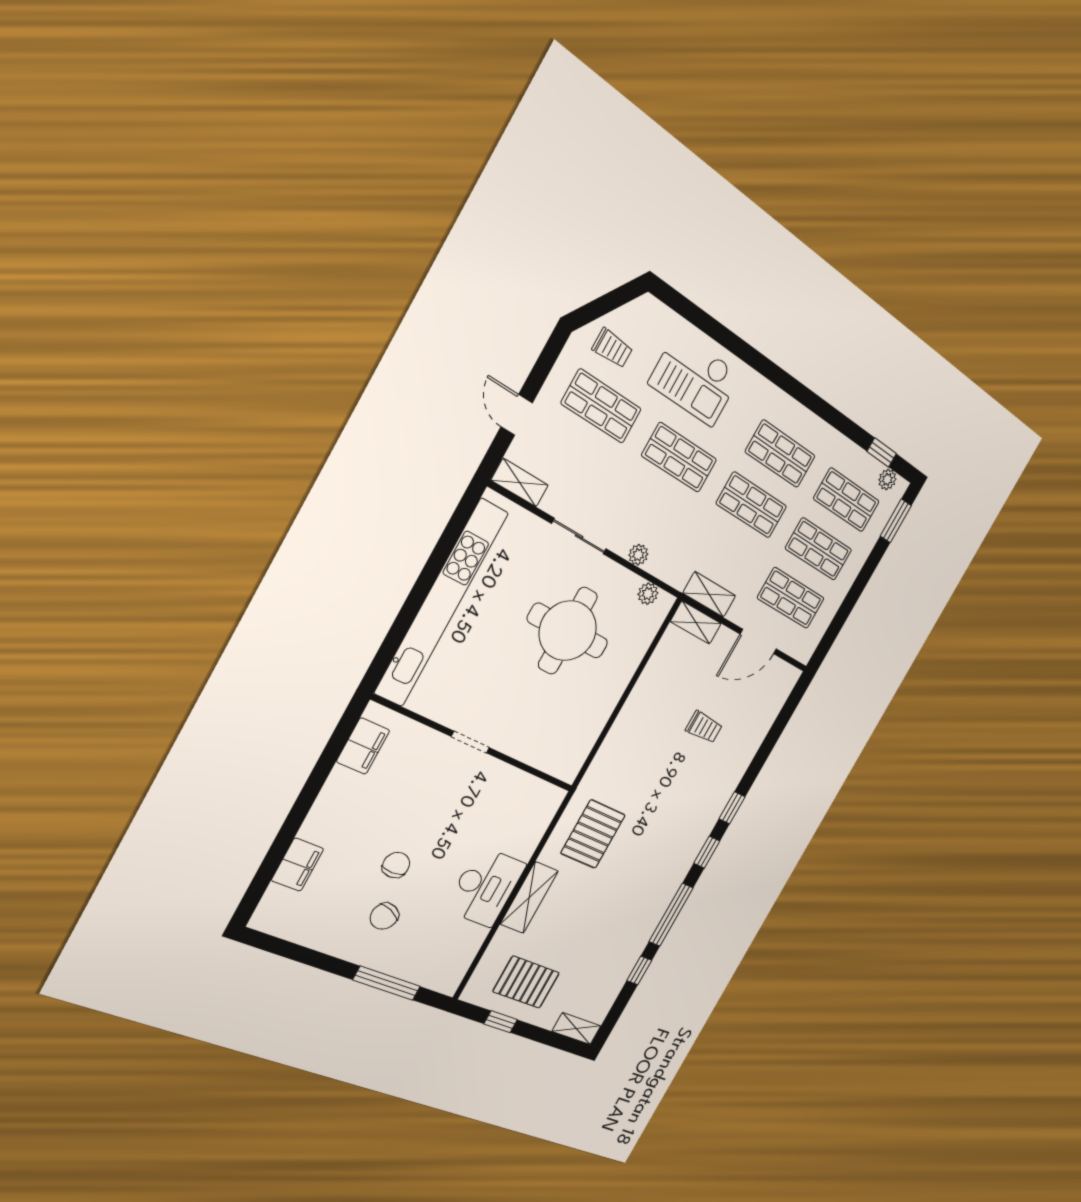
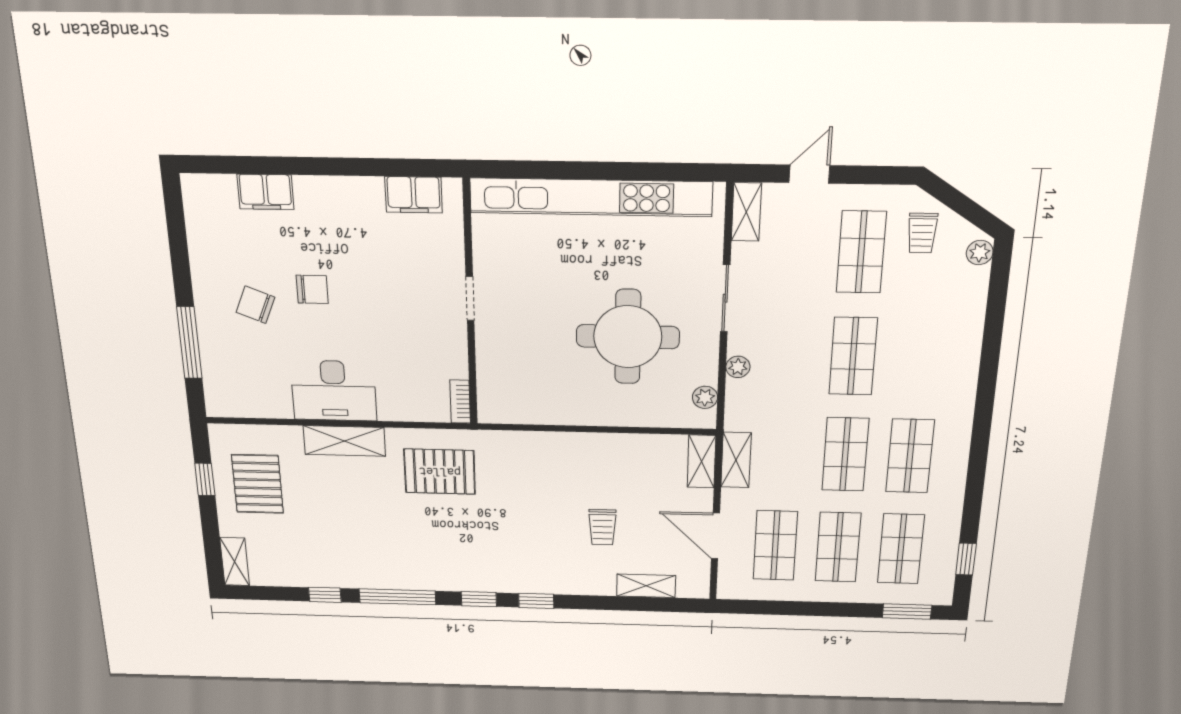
checkout: (695, 379) -> (937, 330), removed
plant: (887, 479) -> (980, 253), moved
shelving: (767, 716) -> (646, 586), added
bookcase: (547, 791) -> (460, 402), added

